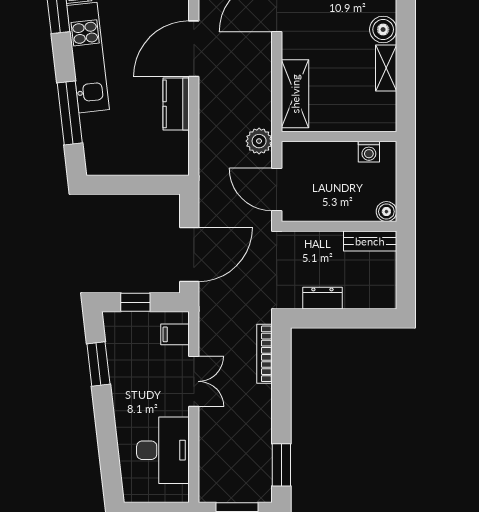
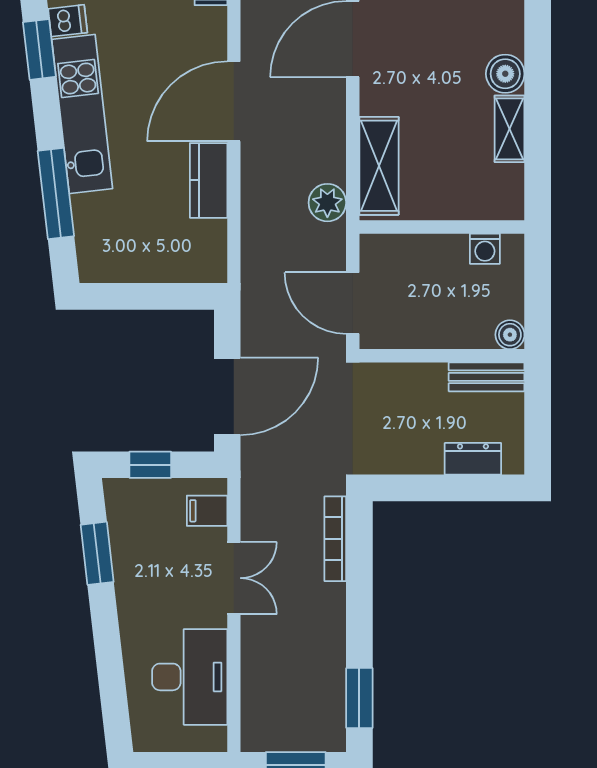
plant: (259, 141) -> (327, 203), moved
dresser: (322, 298) -> (473, 459), moved

